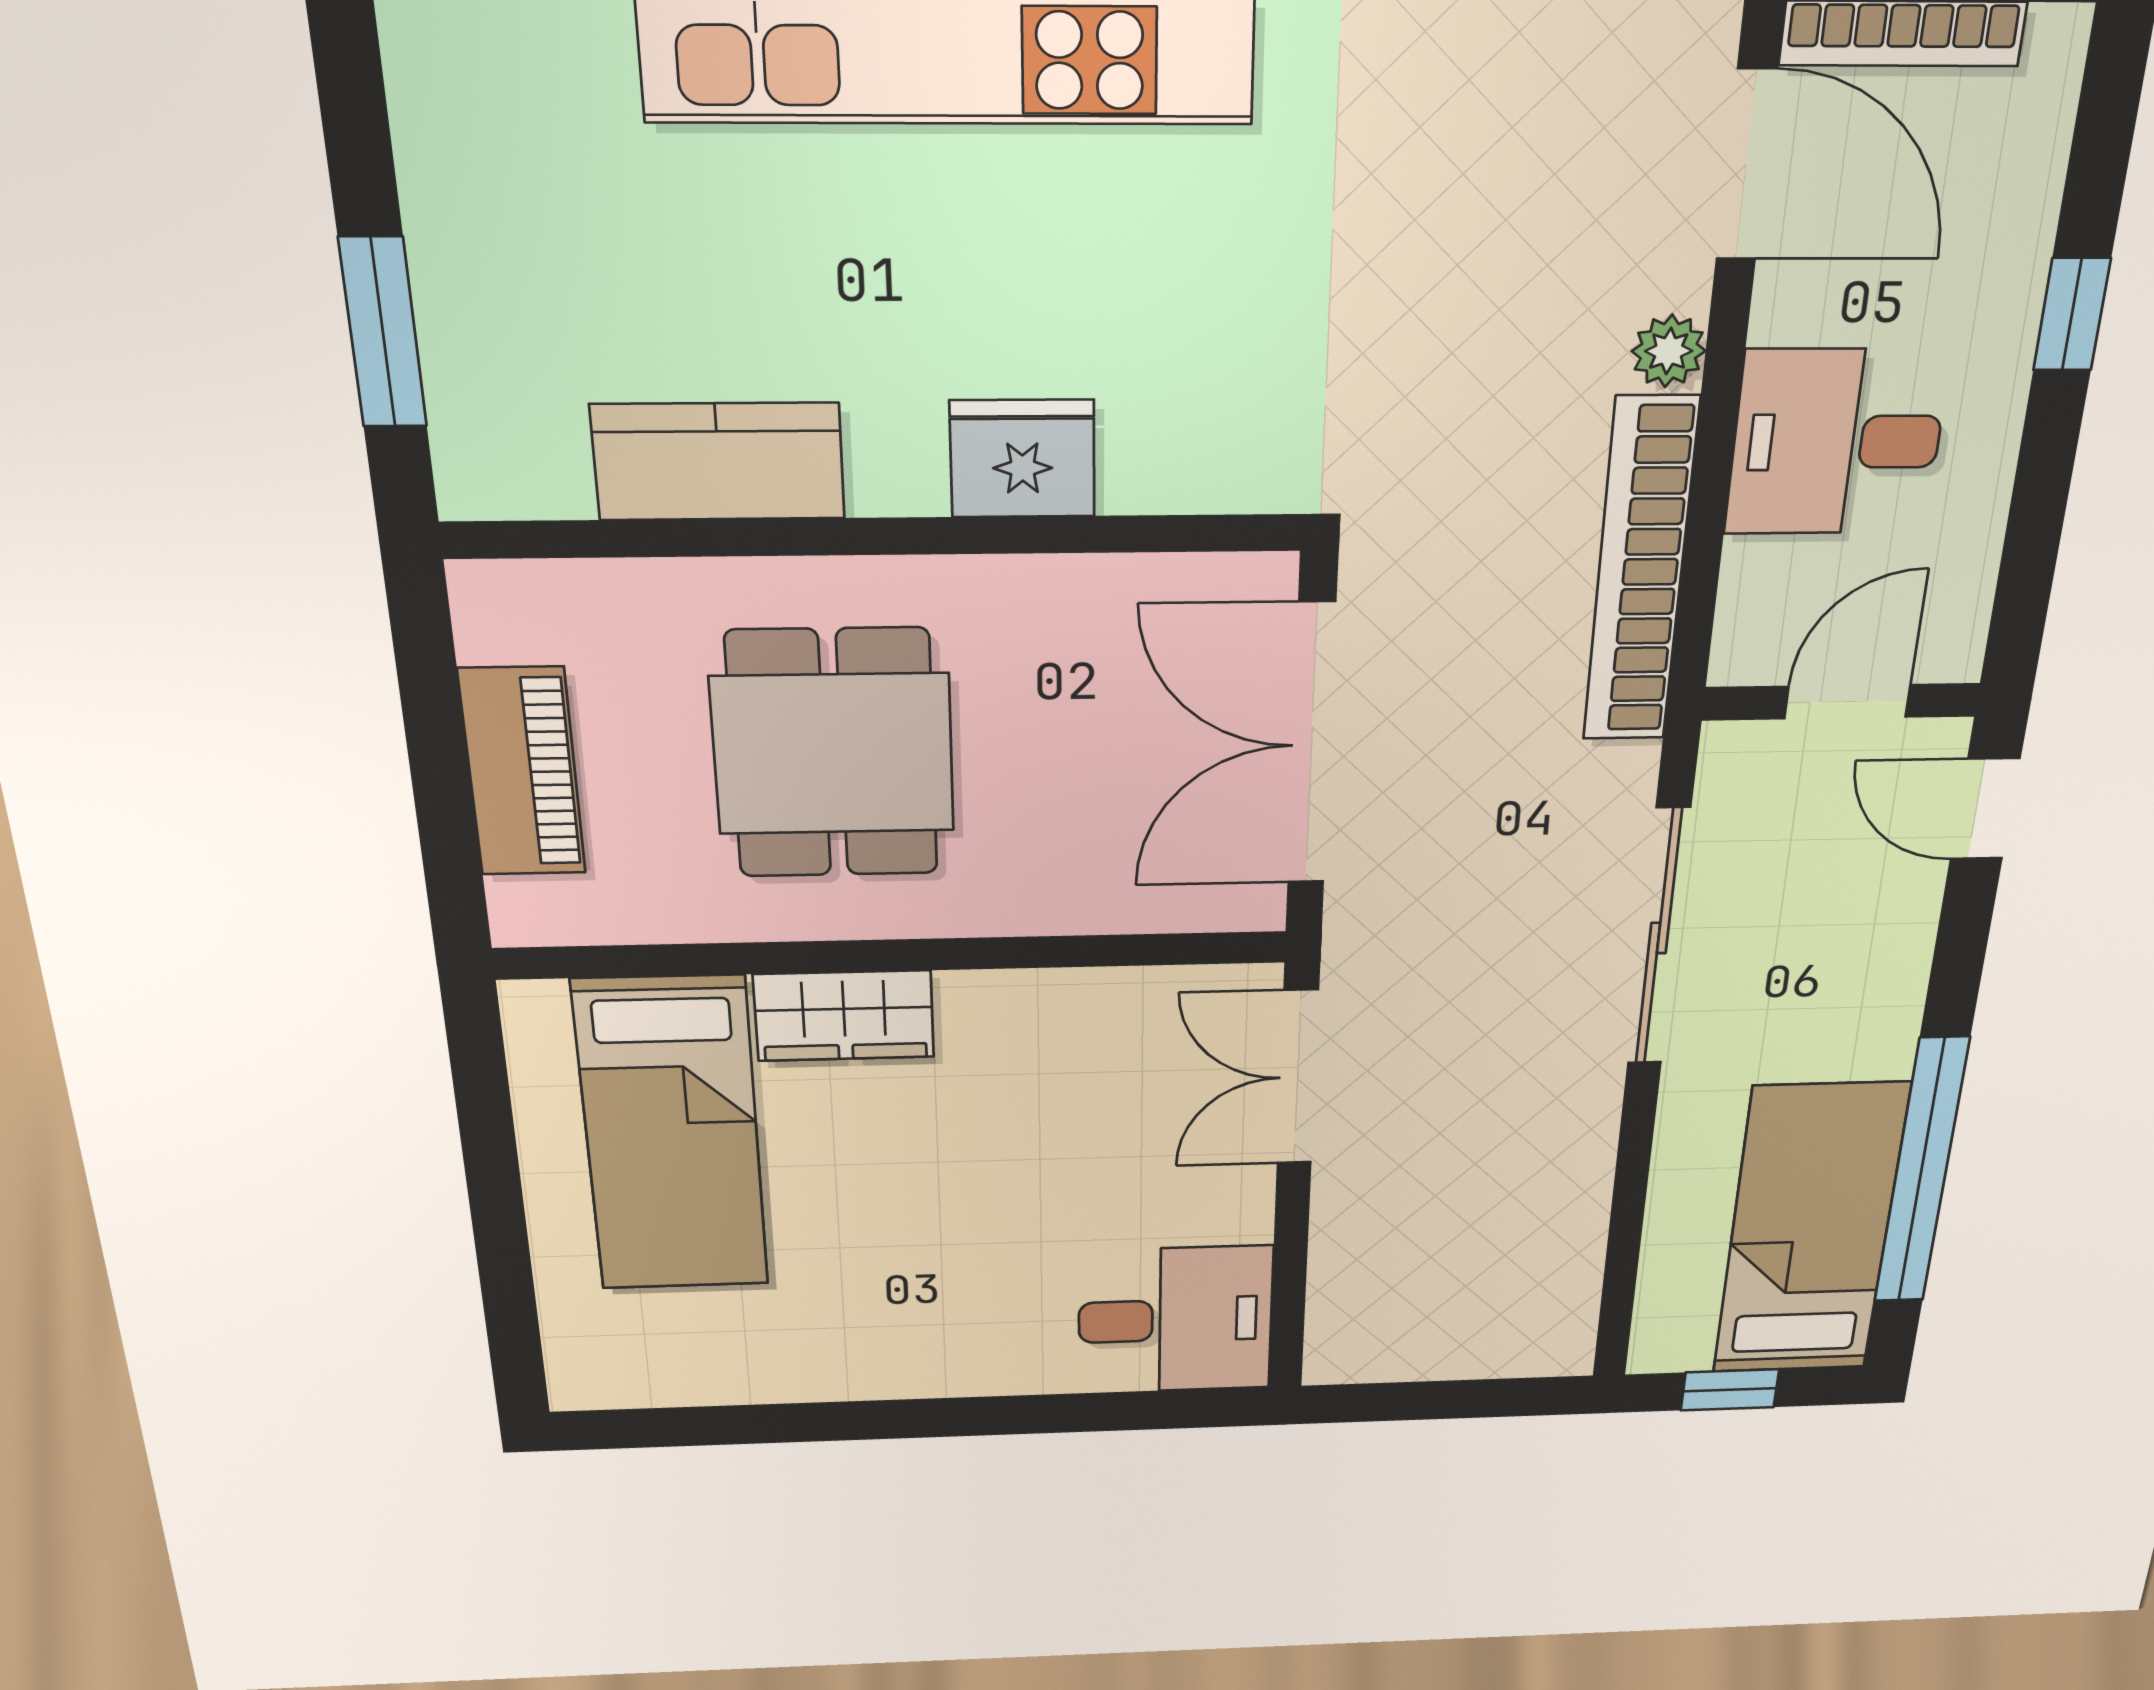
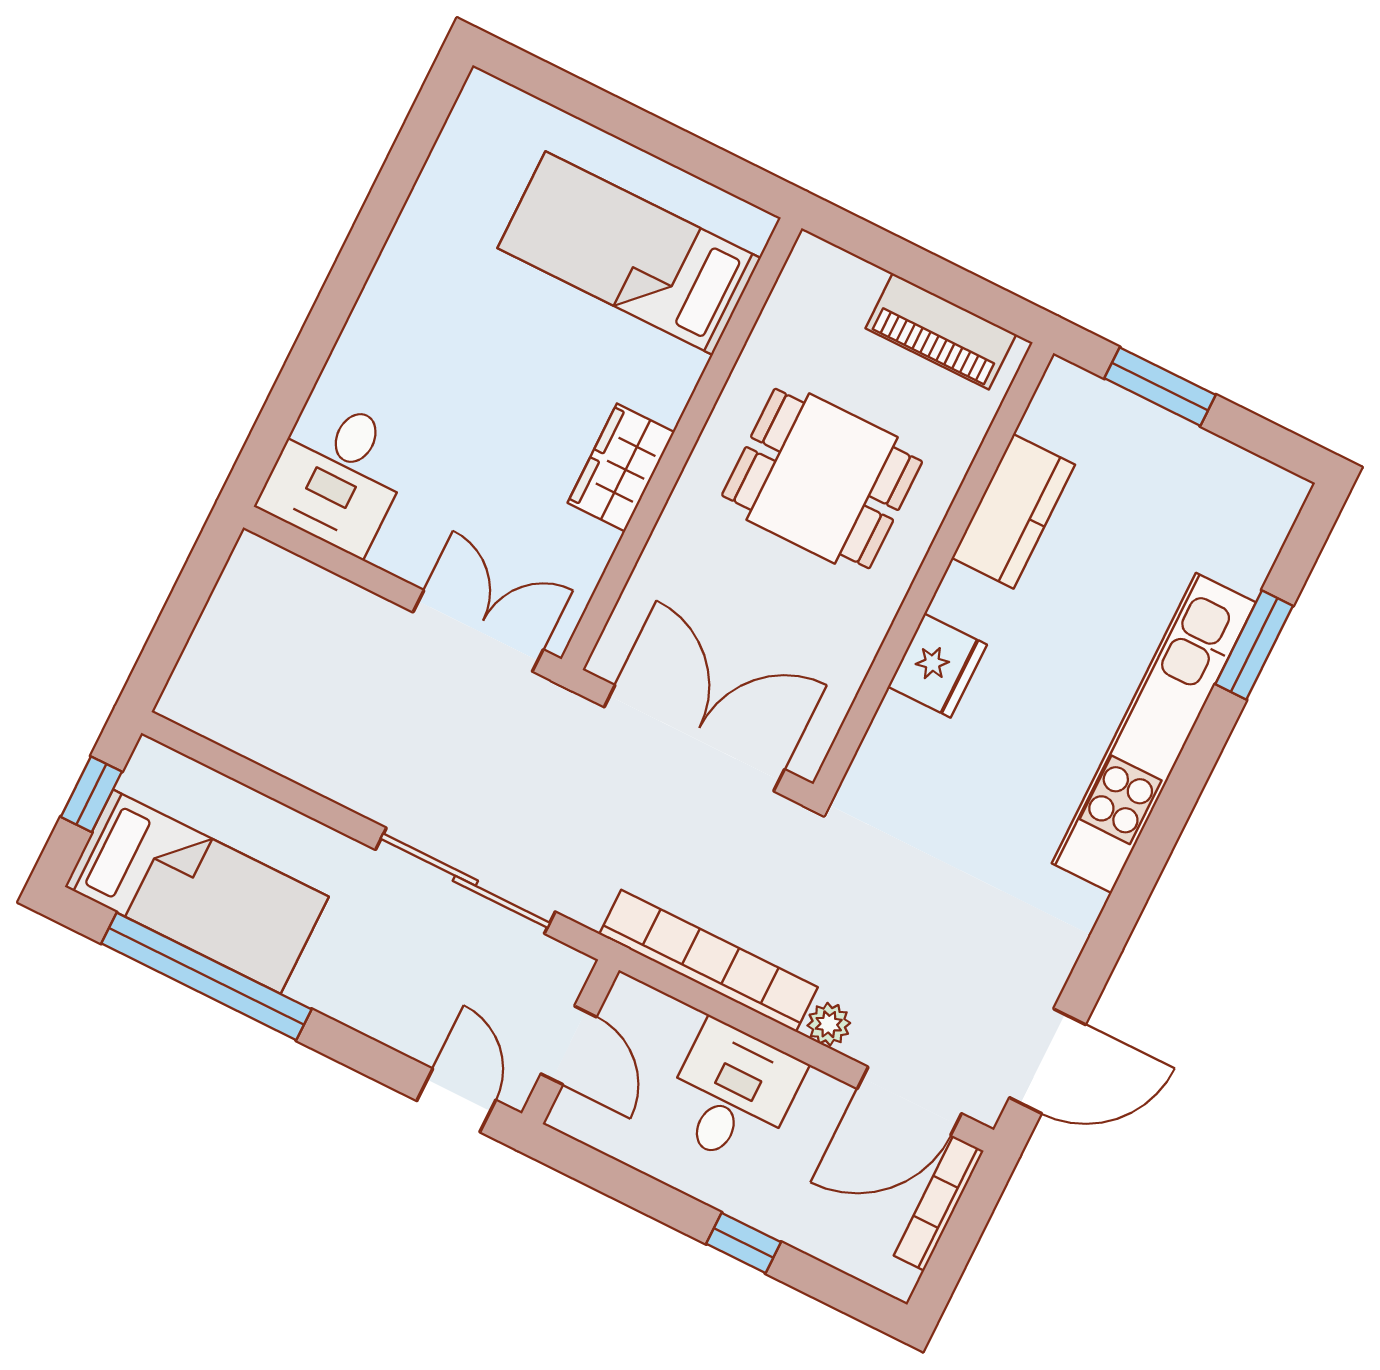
piano: (522, 772) -> (941, 331), moved
door: (1985, 809) -> (456, 1100), hinge flipped
wardrobe: (844, 1016) -> (621, 467), moved

